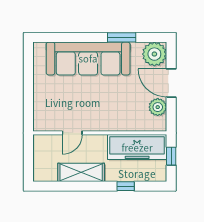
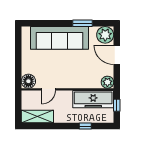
plant: (158, 107) -> (107, 82), moved
floor lamp: (43, 121) -> (28, 81), added
shelving: (81, 172) -> (37, 116), moved

